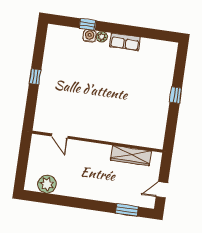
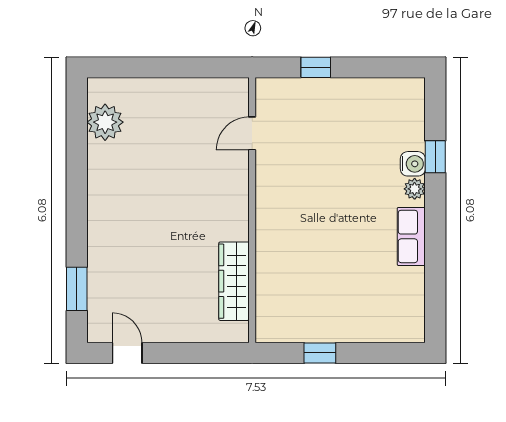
door: (60, 136) -> (252, 133), moved
wall: (97, 142) -> (252, 210), moved
wardrobe: (131, 156) -> (234, 281), moved

